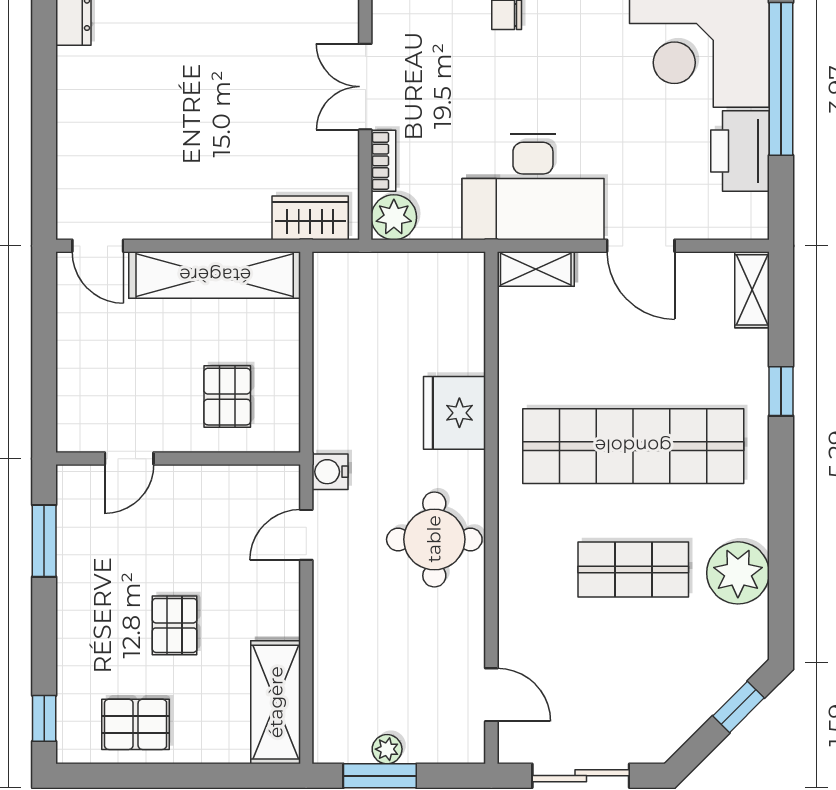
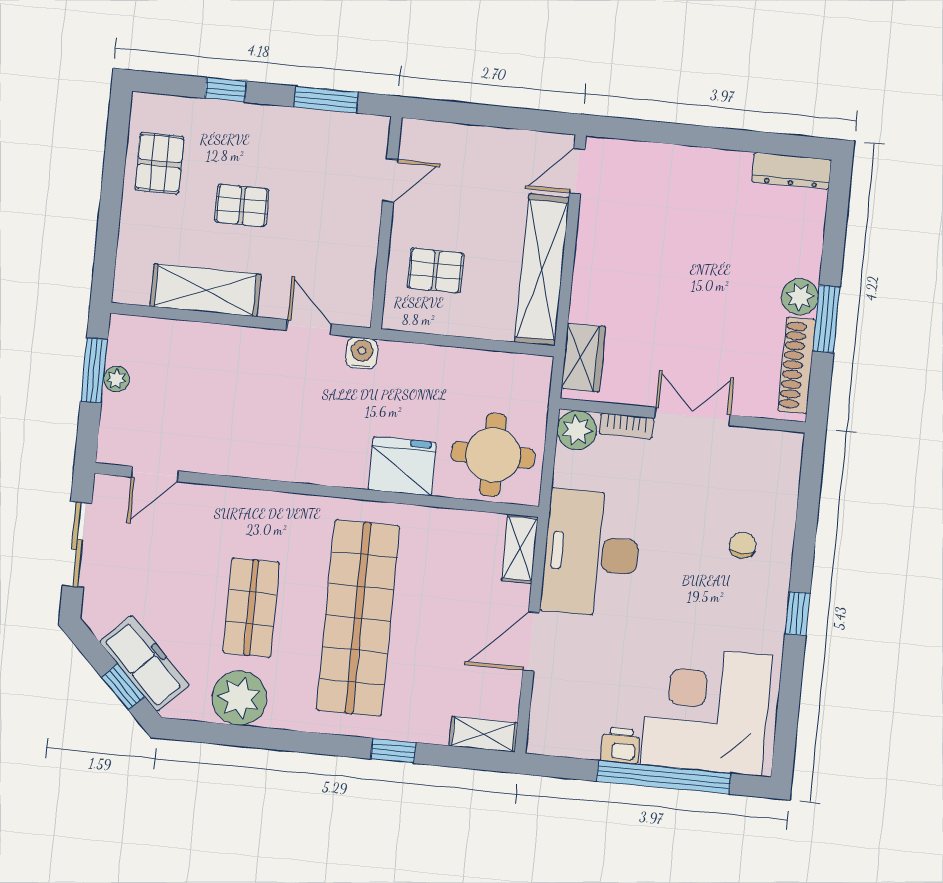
printer: (740, 151) -> (620, 745), width x0.53, depth x0.68
door: (129, 459) -> (390, 180), swing flipped
round table: (434, 539) -> (493, 455), moved
freezer: (709, 685) -> (144, 663), added
shelving: (276, 702) -> (205, 290), moved
window: (44, 718) -> (226, 90), moved

